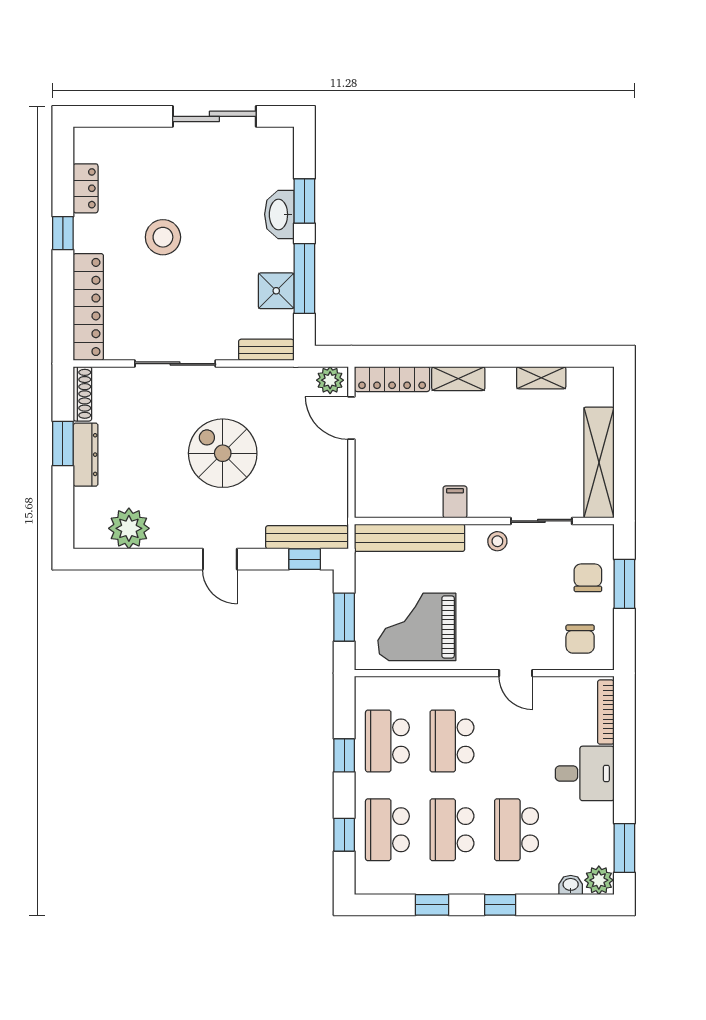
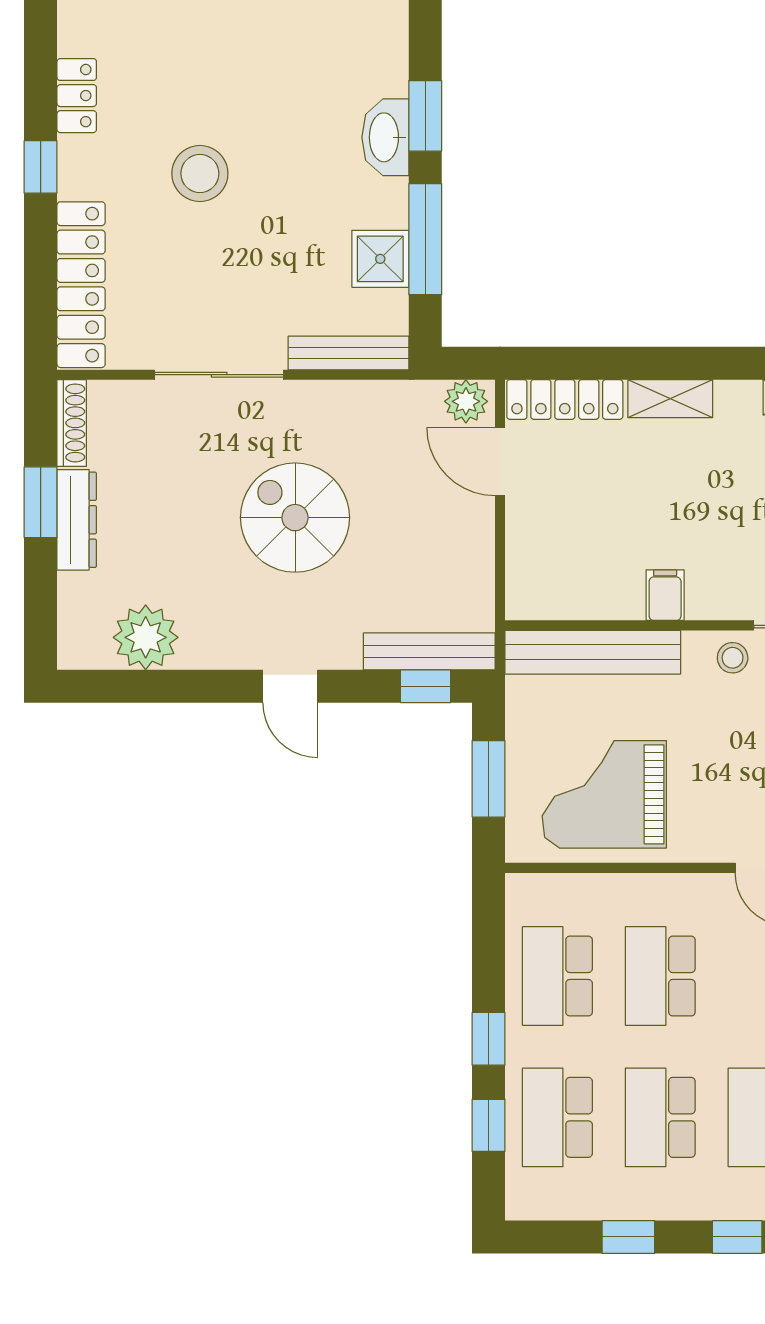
bench: (266, 350) -> (348, 353), width x1.36
window: (344, 755) -> (488, 1039), moved

